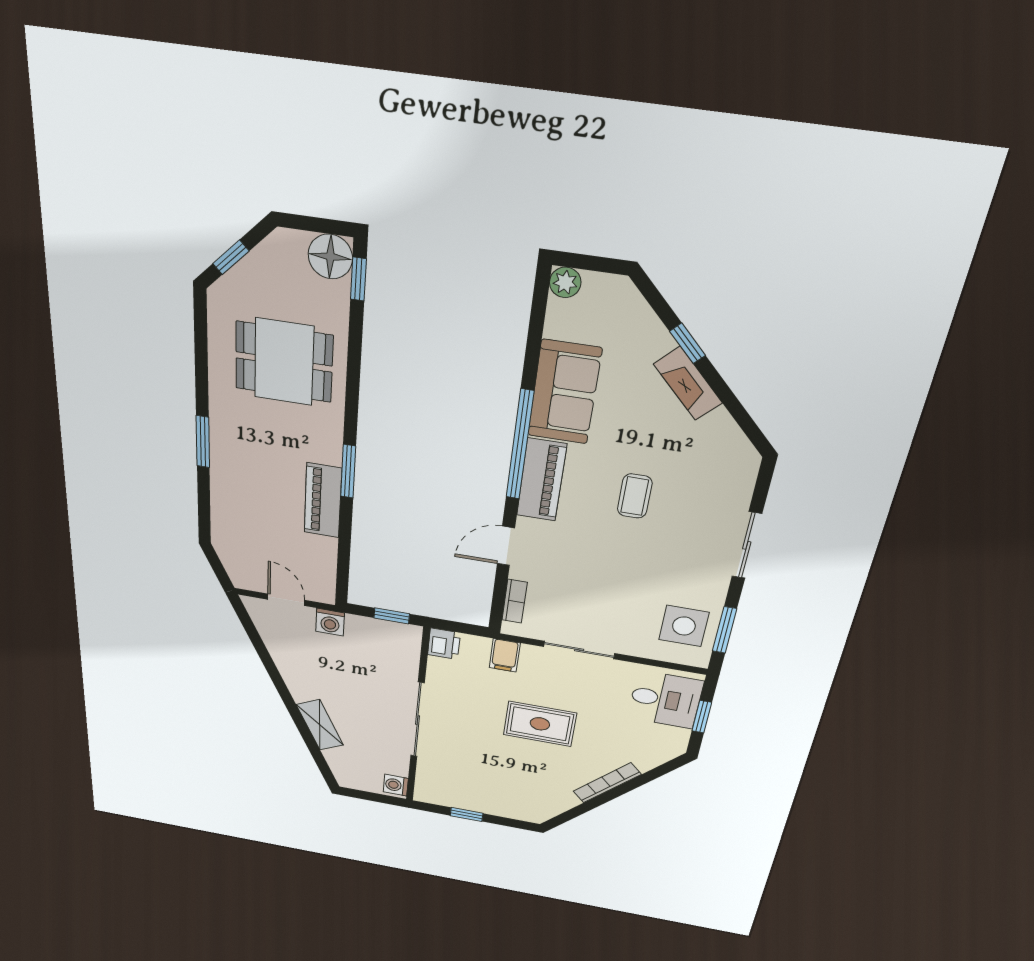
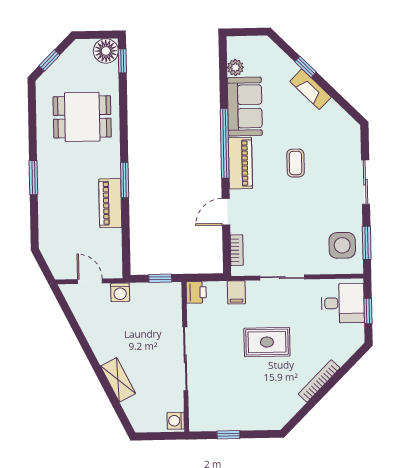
plant: (565, 282) -> (235, 67), moved

